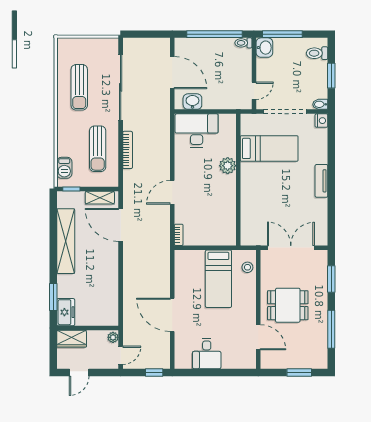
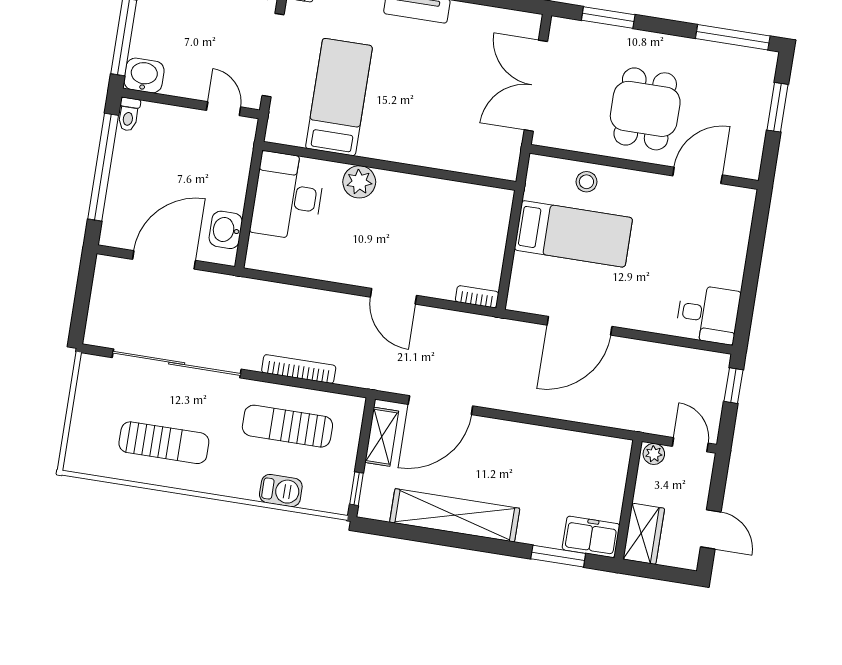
desk: (197, 131) -> (288, 196), moved
sun lounger: (98, 149) -> (287, 426), turned 180
barbecue: (64, 168) -> (281, 491), moved
stool: (247, 267) -> (586, 182), moved
door: (172, 315) -> (579, 326), moved
window: (331, 329) -> (733, 37), moved
desk: (207, 354) -> (708, 314), moved

